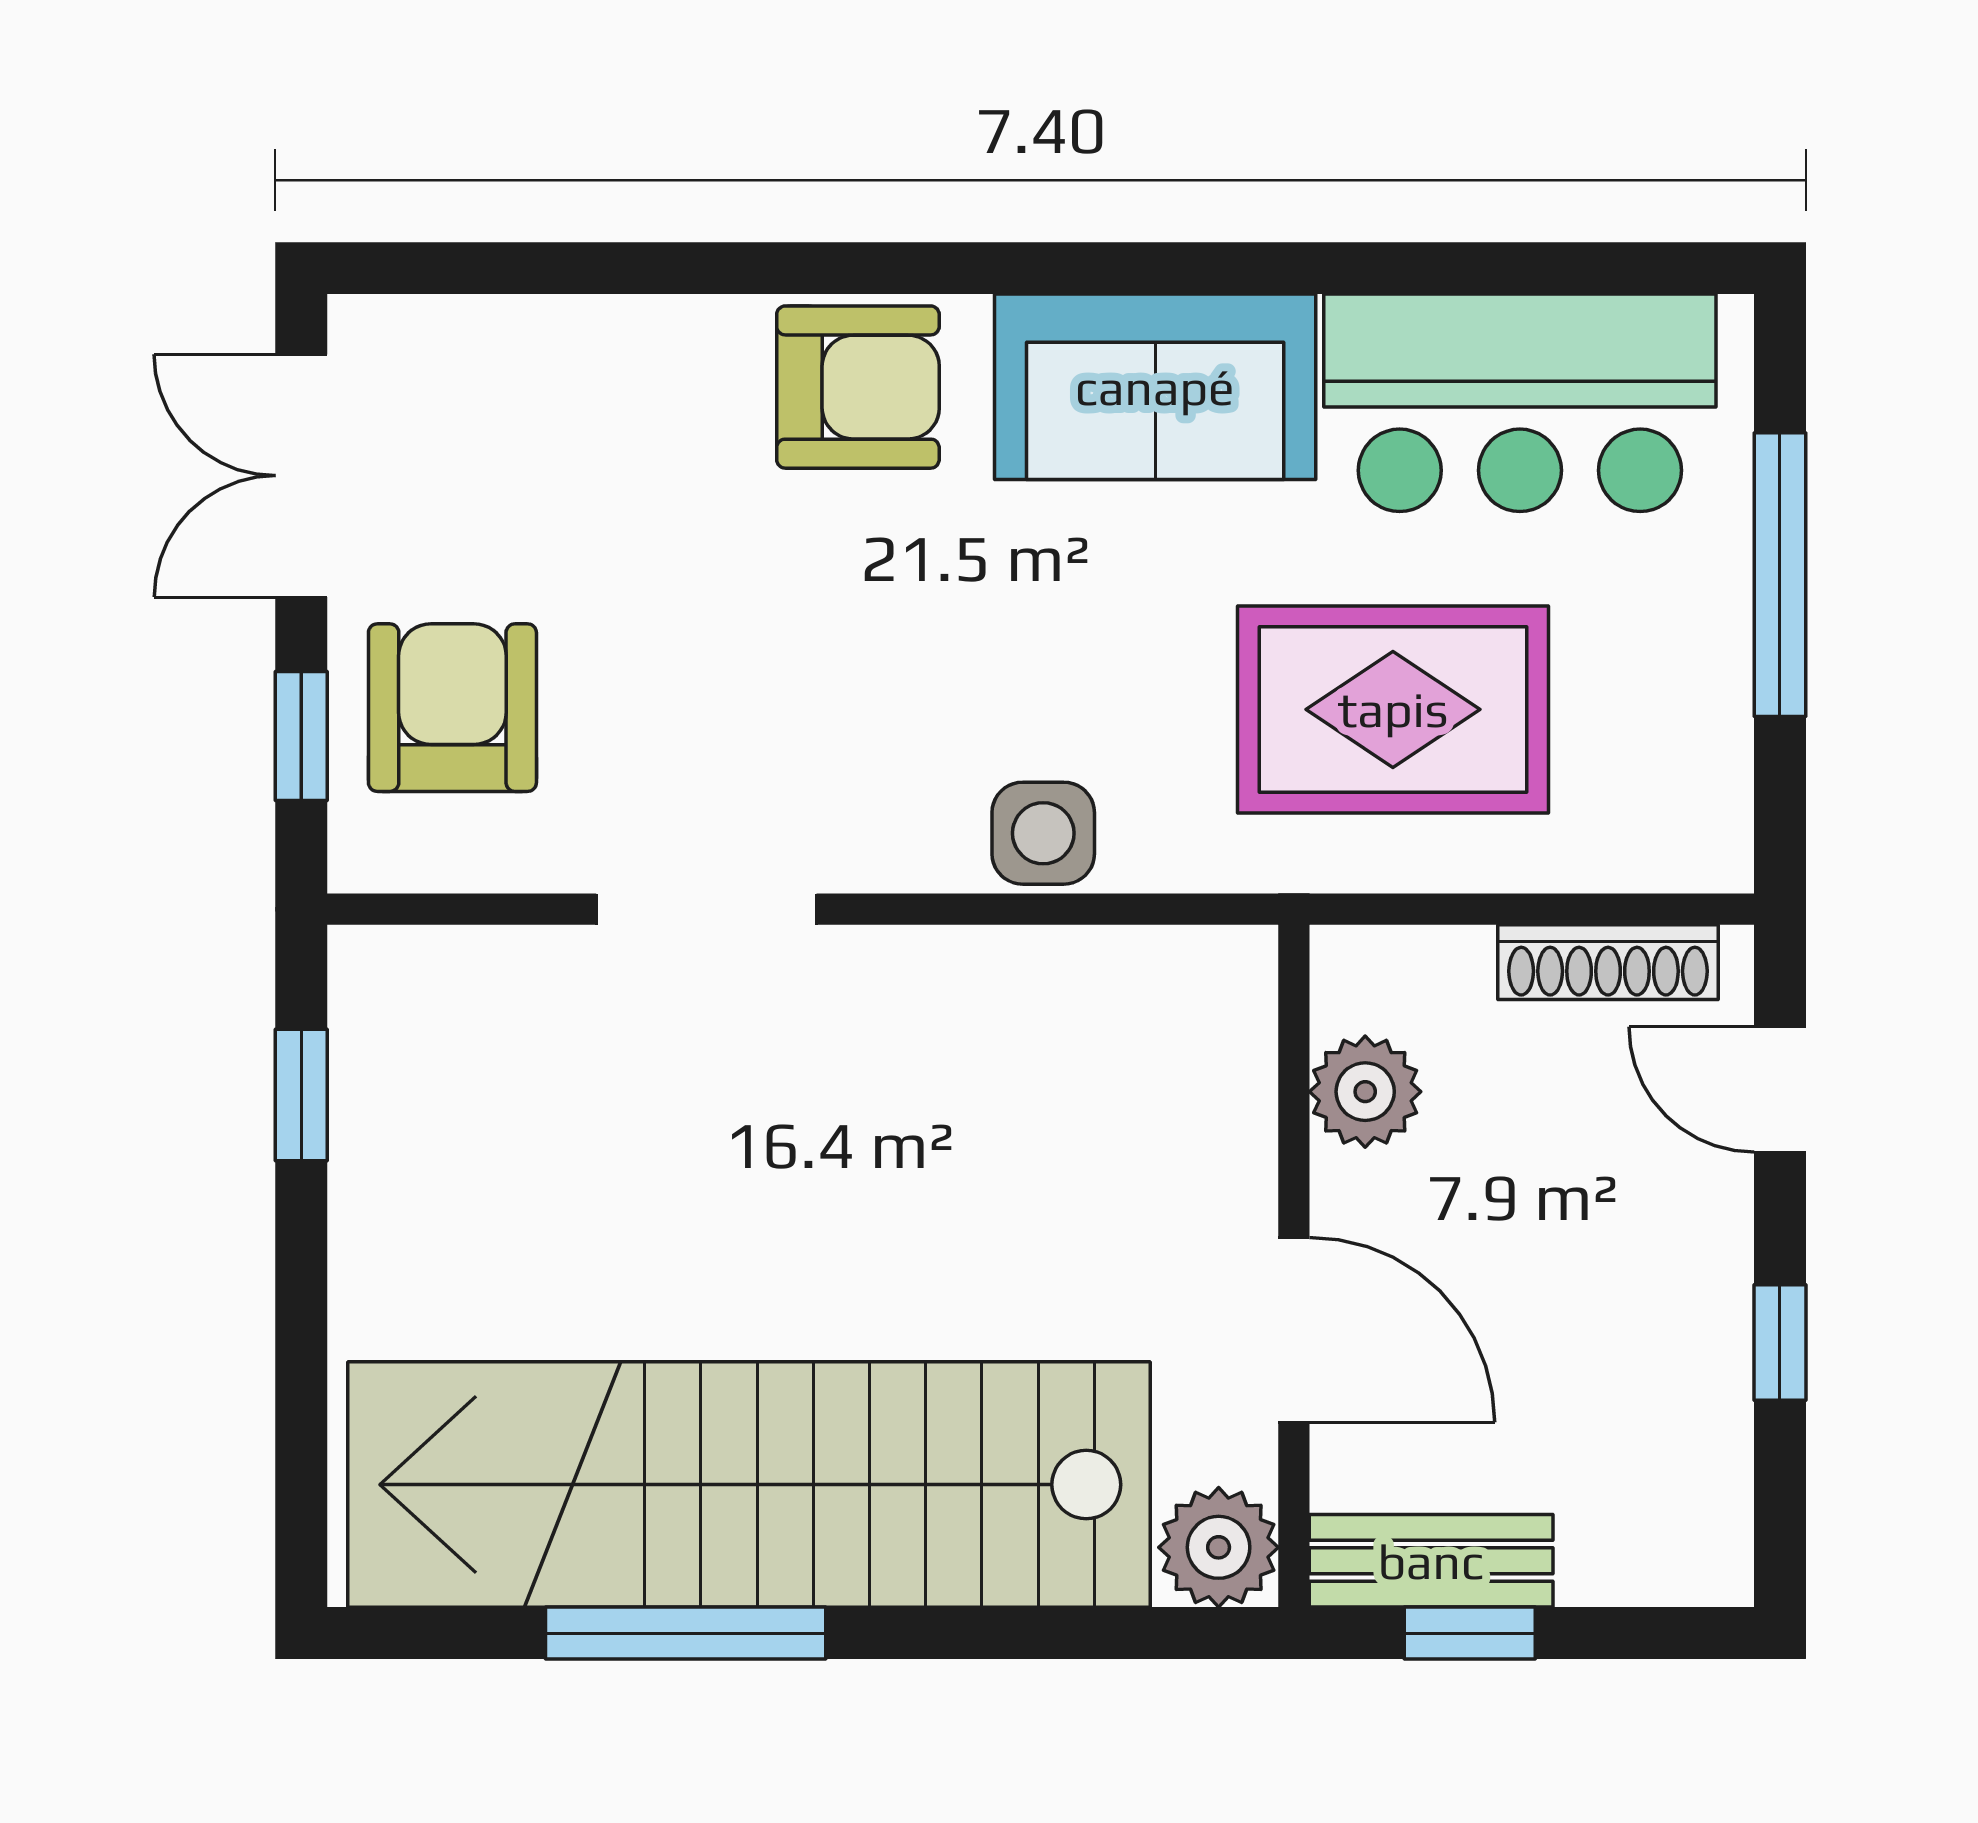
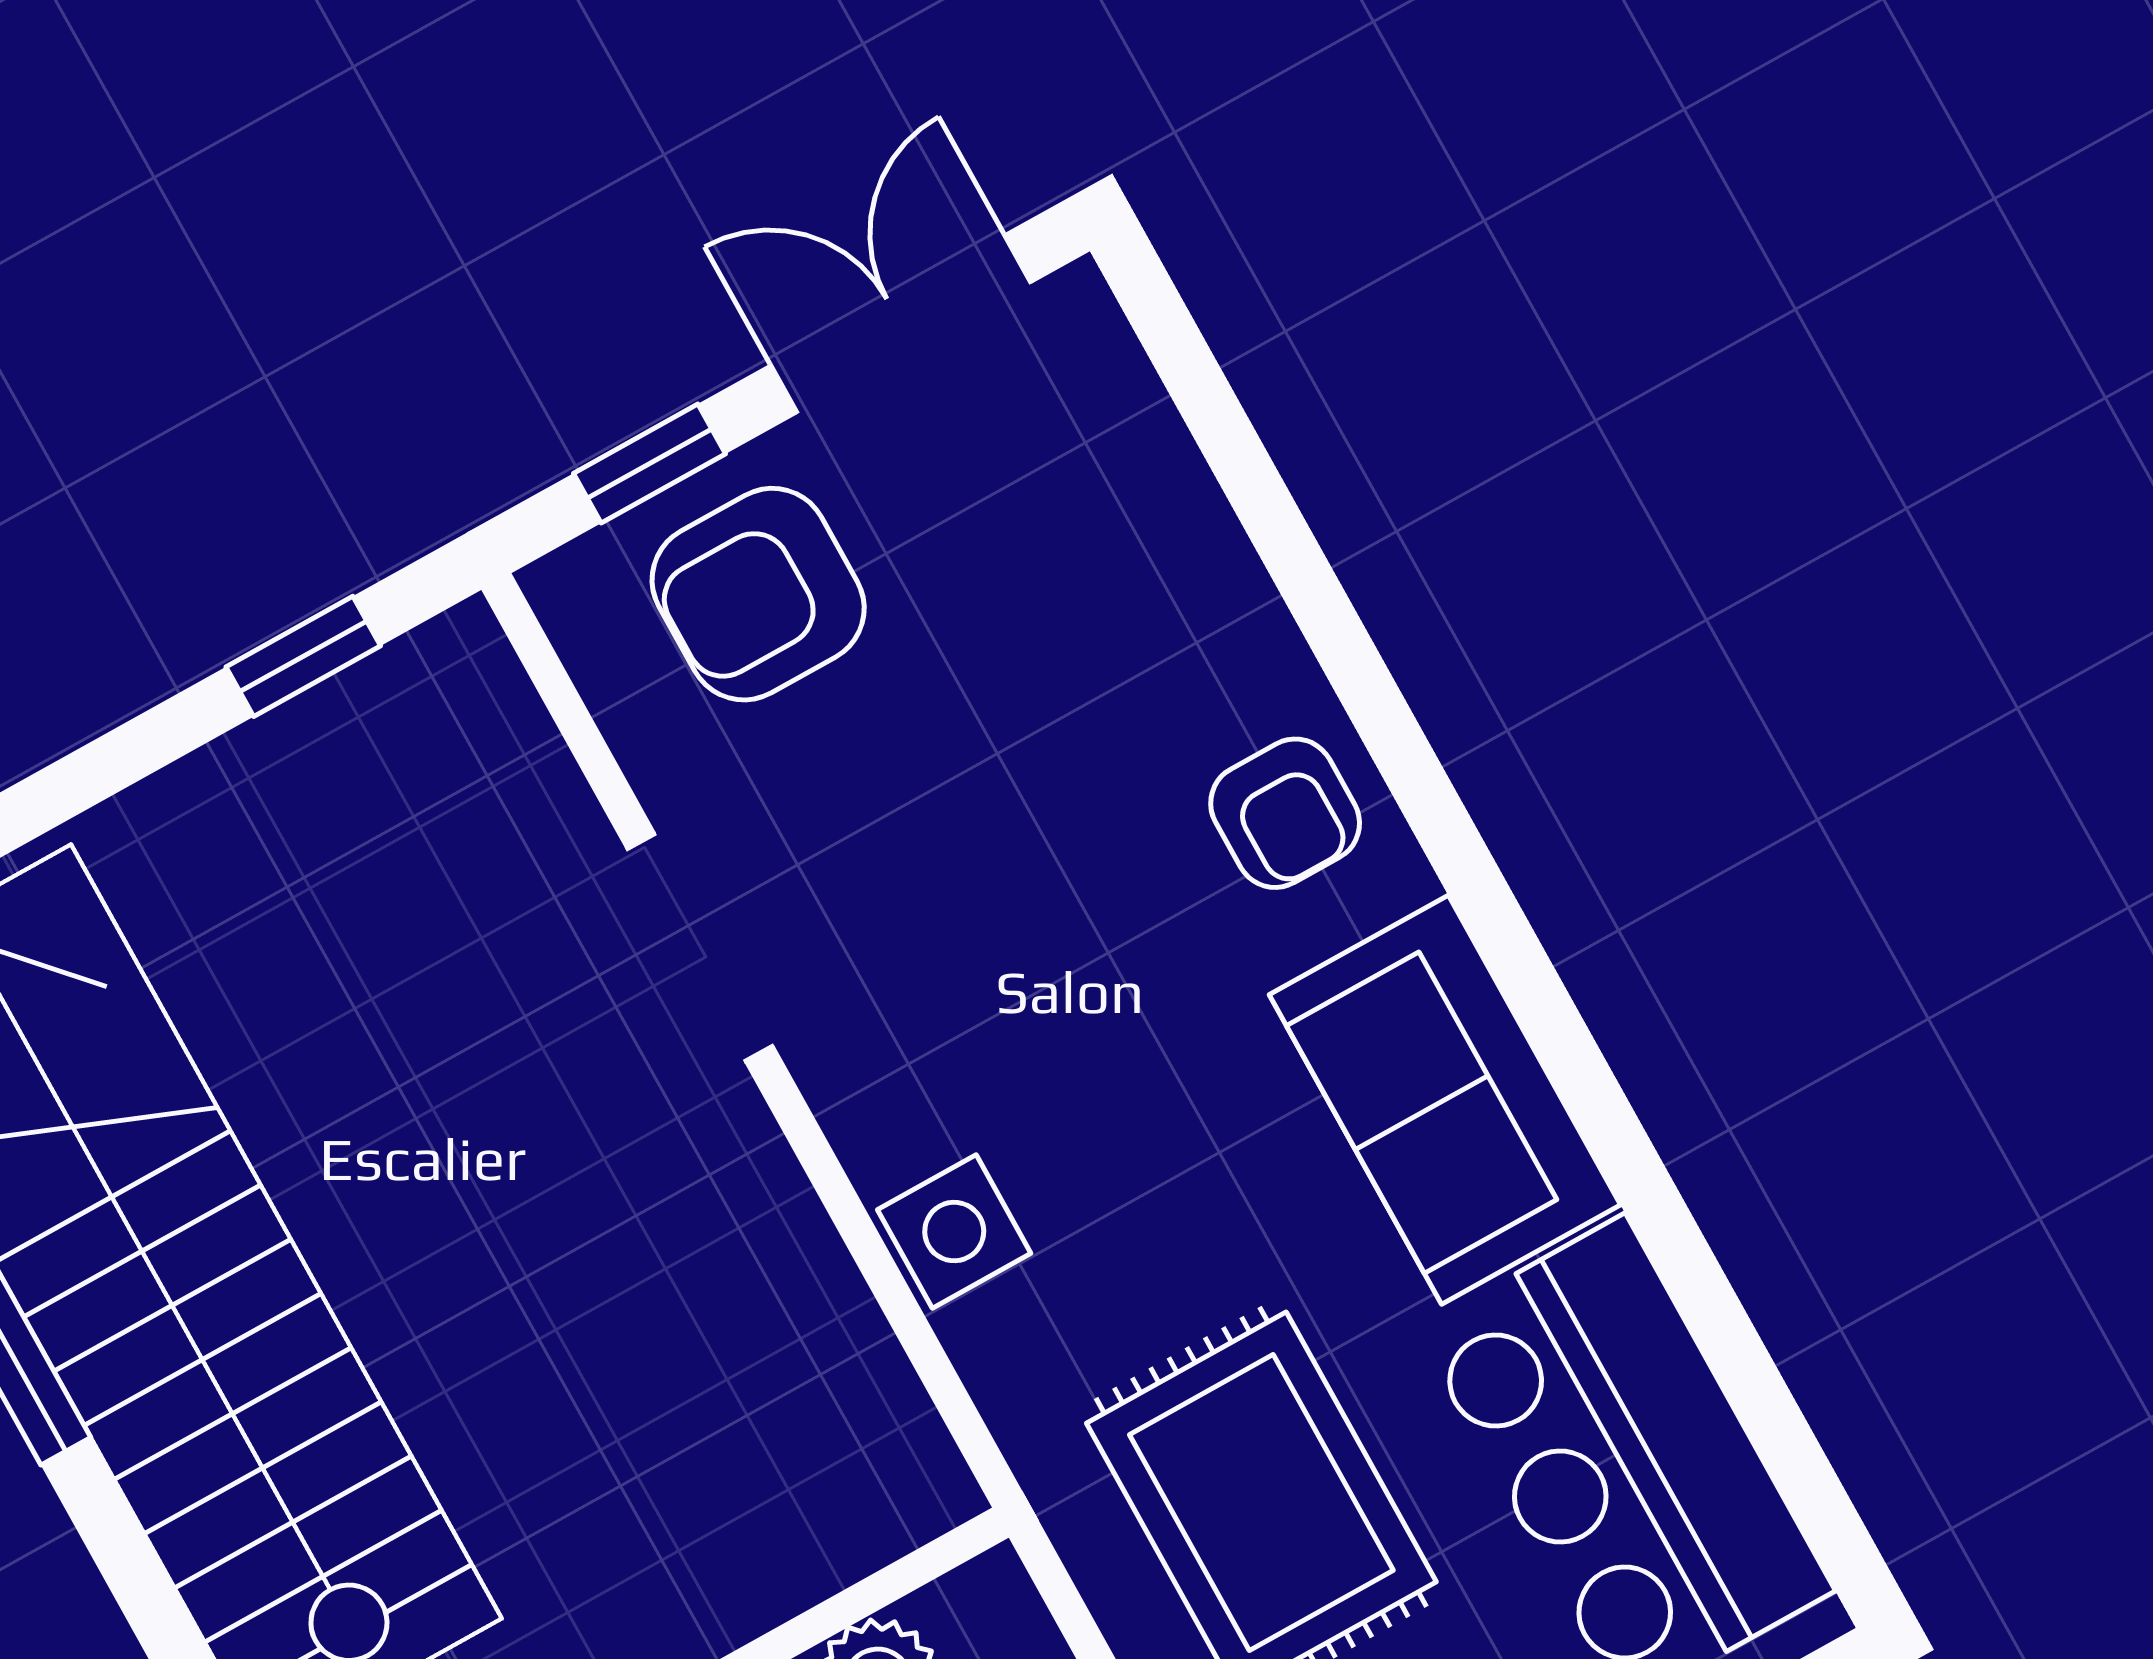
armchair: (858, 387) -> (1285, 813), width x0.72, depth x0.72
armchair: (452, 708) -> (758, 594), turned 180

